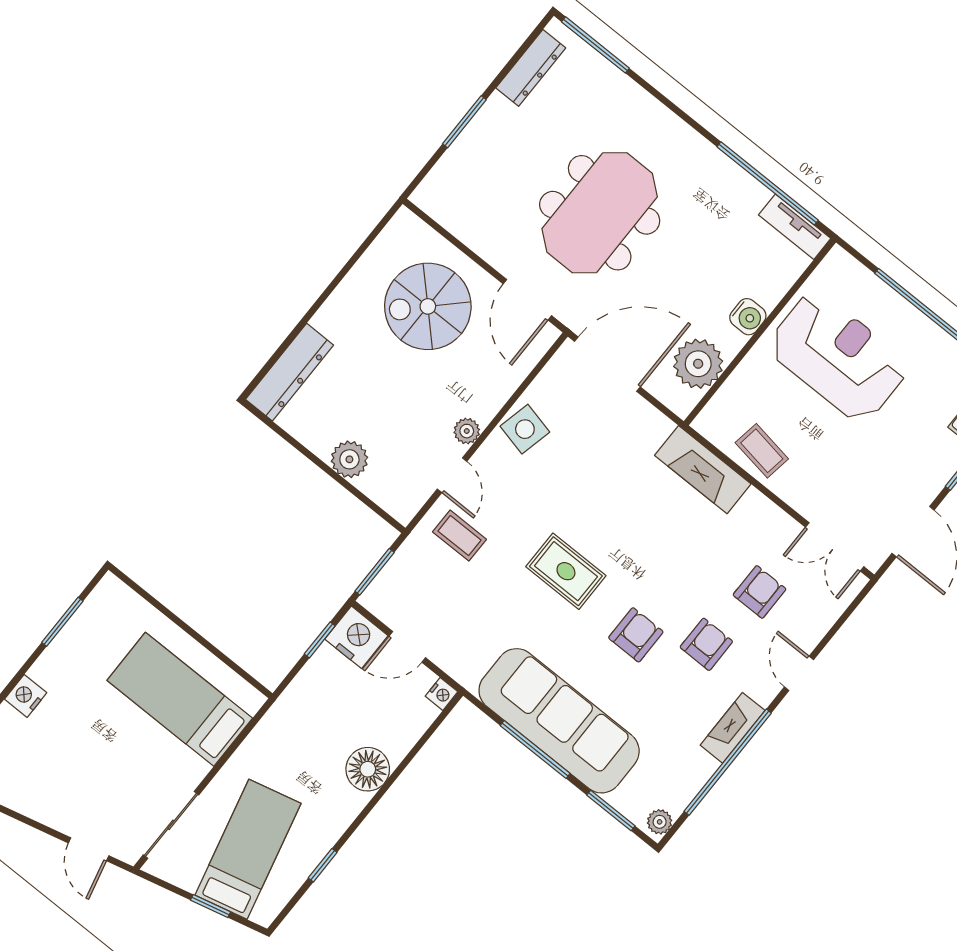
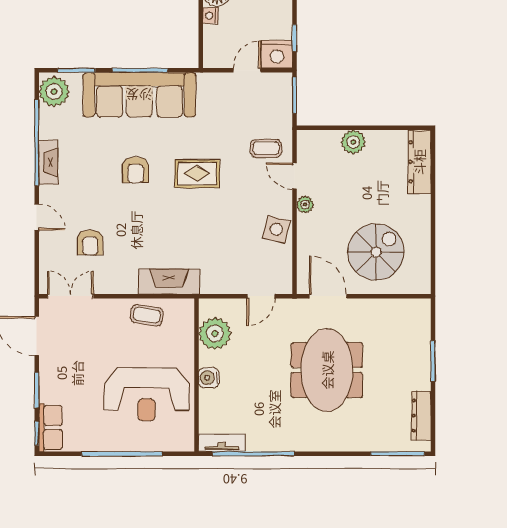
door: (607, 364) -> (261, 296), width x0.53
armchair: (706, 644) -> (96, 194), removed
nightstand: (442, 694) -> (210, 16), moved
plant: (660, 822) -> (54, 92), width x1.88, depth x1.88

